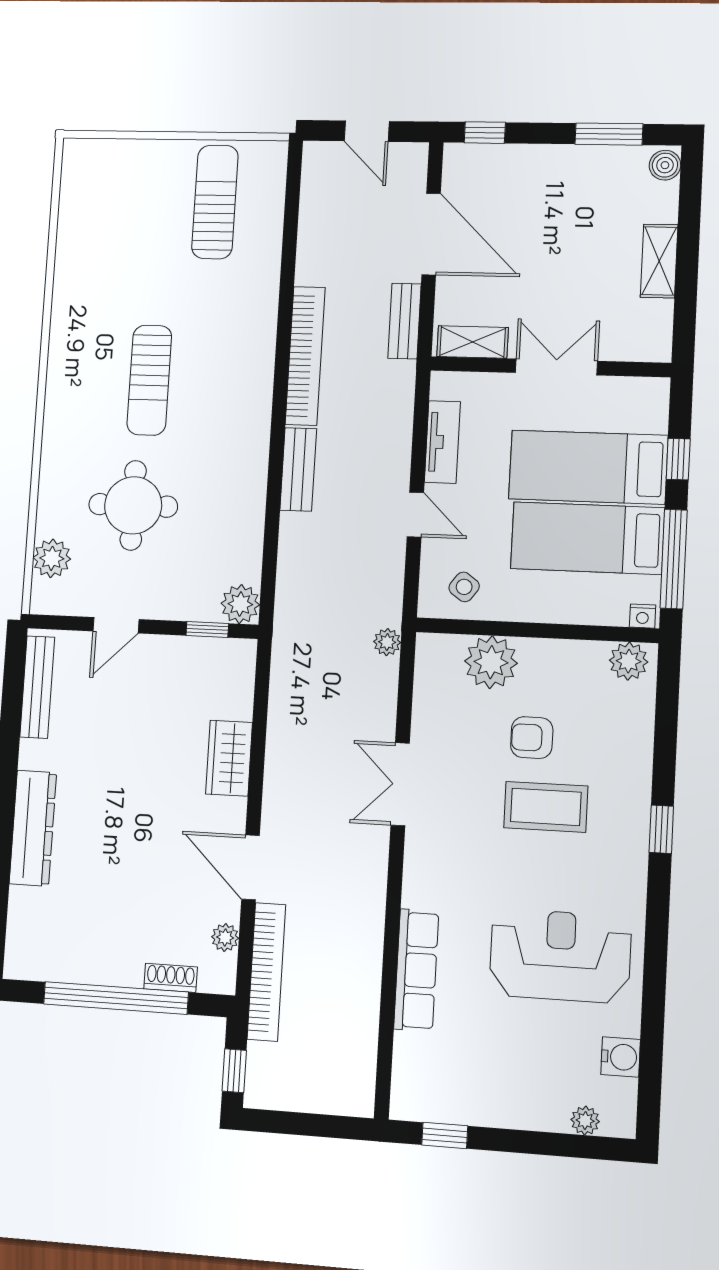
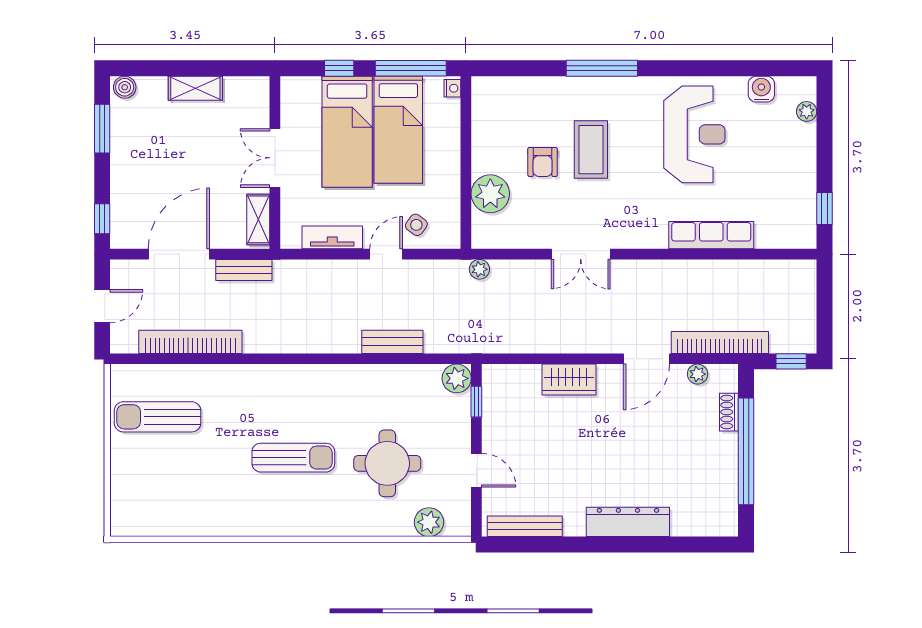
bookcase: (305, 356) -> (190, 342), moved
bench: (298, 469) -> (392, 342), moved
side table: (464, 587) -> (416, 225), moved
plant: (629, 661) -> (485, 96), removed
window: (661, 829) -> (602, 68), width x2.17
reception desk: (560, 956) -> (694, 134), turned 180

